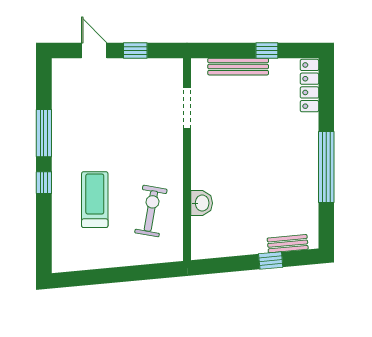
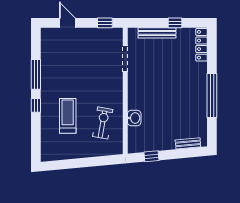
window: (135, 50) -> (105, 23), moved
window: (271, 261) -> (151, 156), moved

